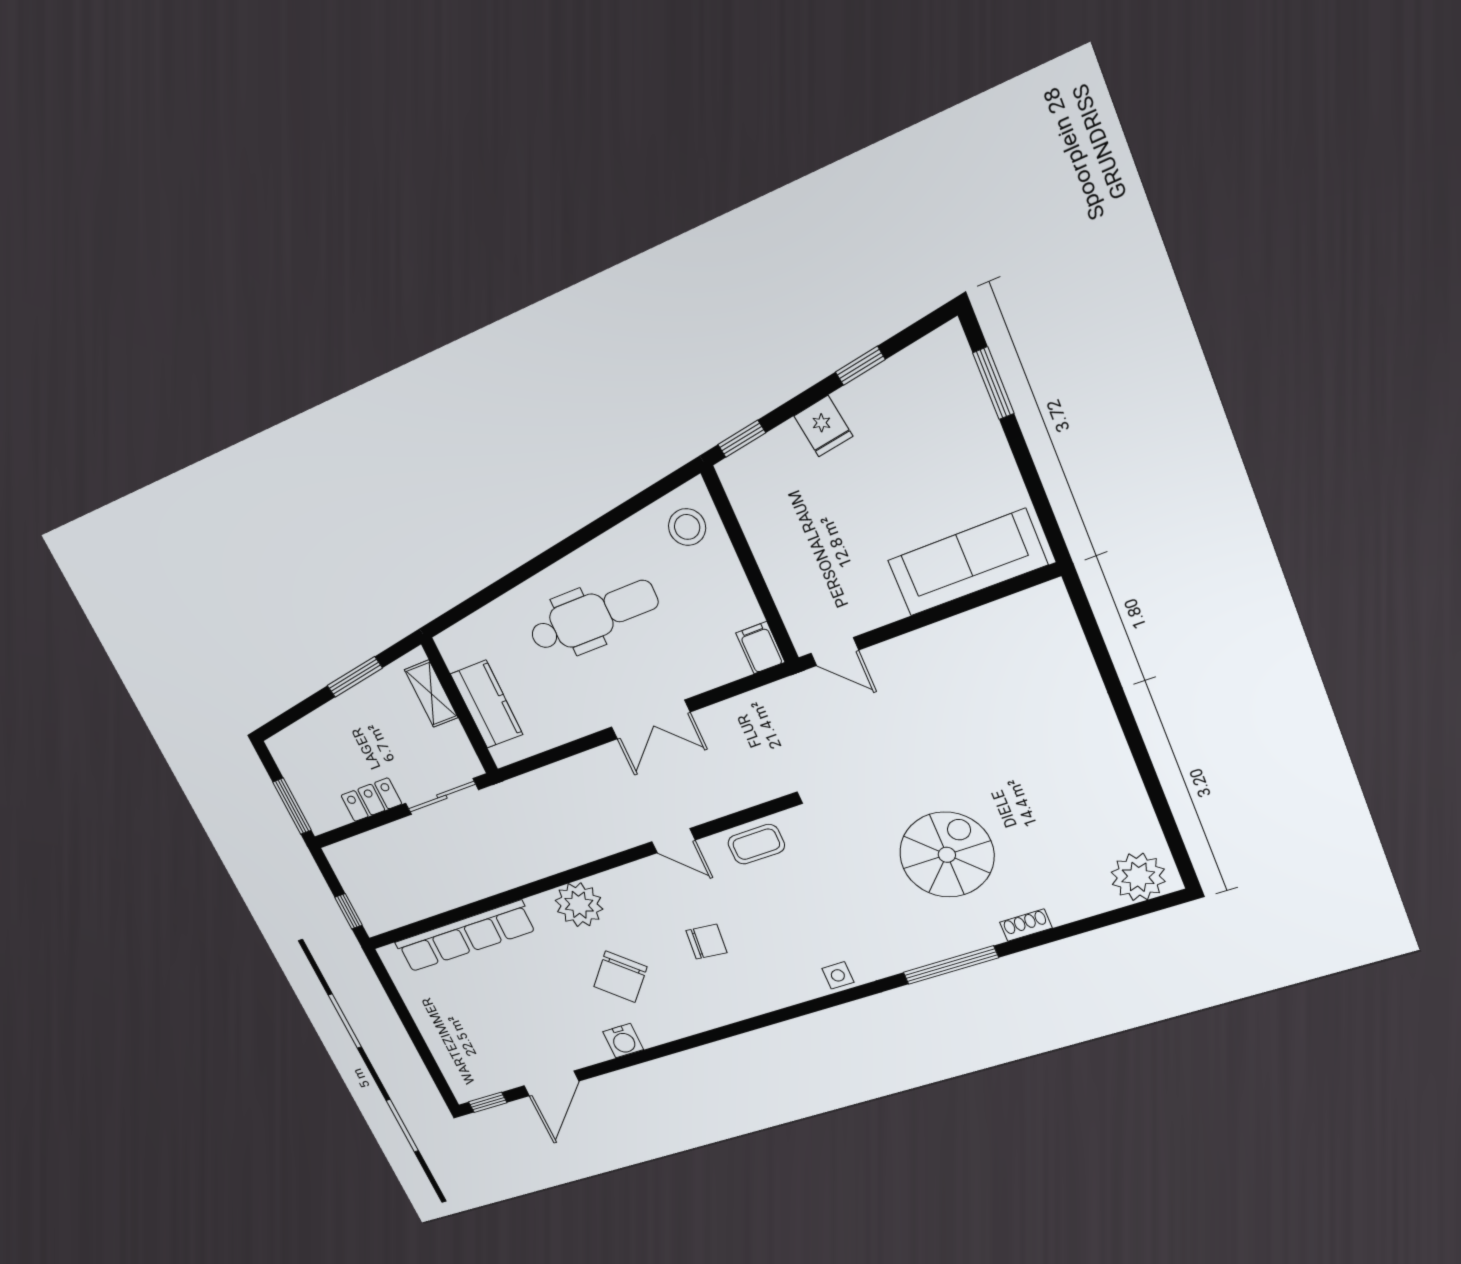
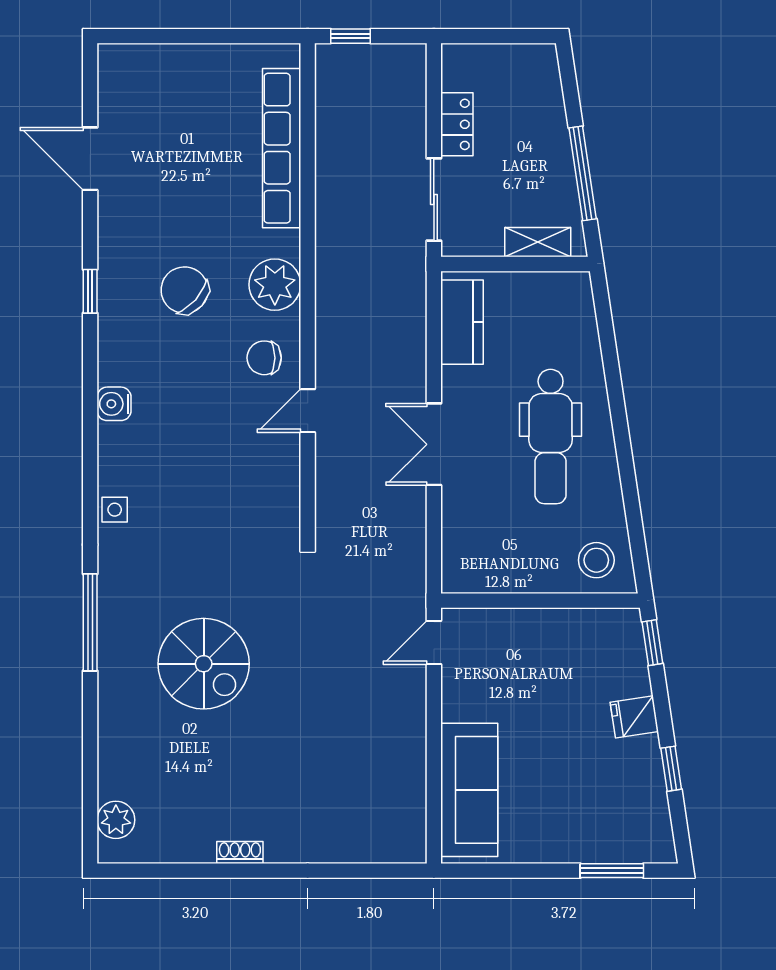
filing cabinet: (760, 648) -> (463, 577), removed
window: (355, 677) -> (583, 173), width x1.44
kitchen counter: (487, 704) -> (462, 322), moved, turned -90
window: (292, 806) -> (480, 36), removed
coffee table: (756, 844) -> (276, 490), removed
plant: (1138, 877) -> (116, 820), width x0.73, depth x0.73
shoe rack: (1026, 925) -> (240, 853), moved, turned -90
chair: (707, 942) -> (264, 358), moved, turned 84
water cooler: (623, 1041) -> (114, 404), moved
window: (488, 1102) -> (90, 291), moved

